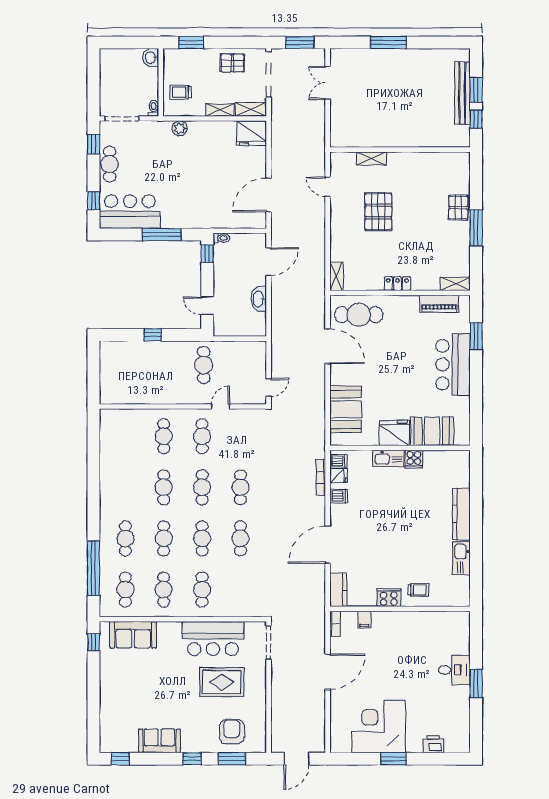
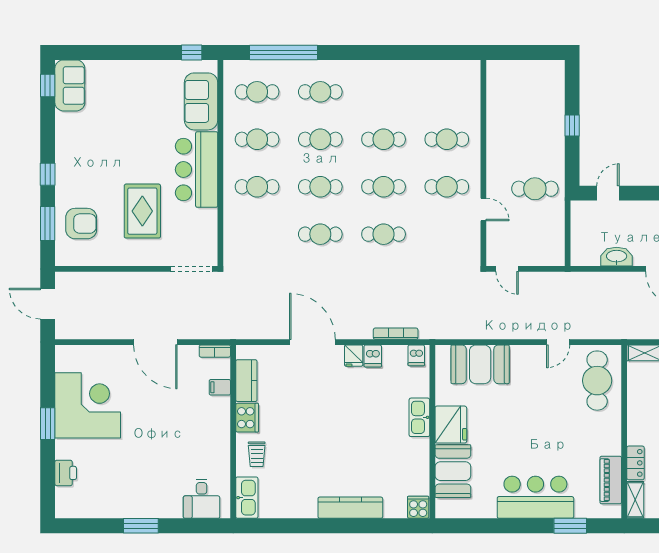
locker: (397, 284) -> (635, 463), moved
door: (328, 346) -> (558, 342), width x0.53
cooker: (414, 459) -> (418, 507), moved, turned 90
fridge: (339, 476) -> (354, 356), moved
kitchen sink: (461, 558) -> (247, 498), moved, turned 90
kitchen counter: (338, 590) -> (246, 381), moved, turned -90
bar counter: (213, 638) -> (197, 170), moved
desk: (454, 670) -> (202, 499), moved
sofa: (160, 741) -> (70, 85), moved

